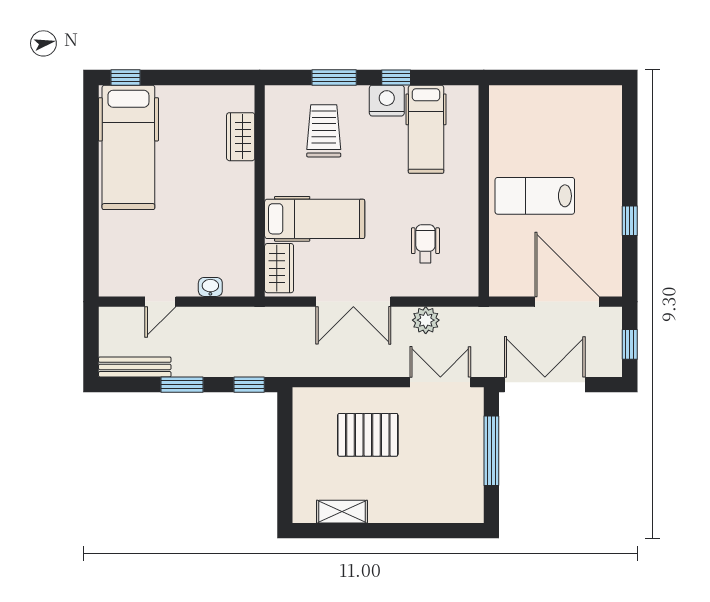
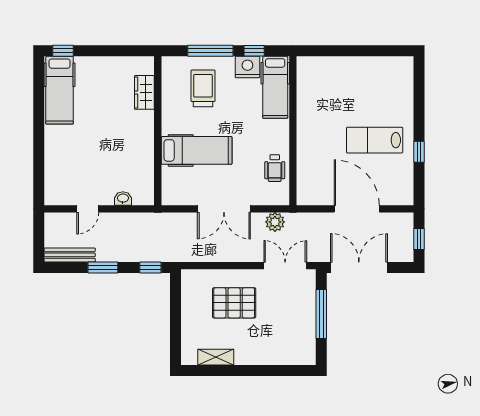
window: (334, 77) -> (210, 51), width x1.44
hospital bed: (128, 147) -> (59, 90), width x0.73, depth x0.78
wall: (484, 191) -> (293, 131), moved
lab bench: (535, 196) -> (375, 140), moved
wheelchair: (425, 244) -> (275, 168), turned 180
wardrobe: (279, 268) -> (171, 185), removed
door: (567, 302) -> (357, 209), moved

